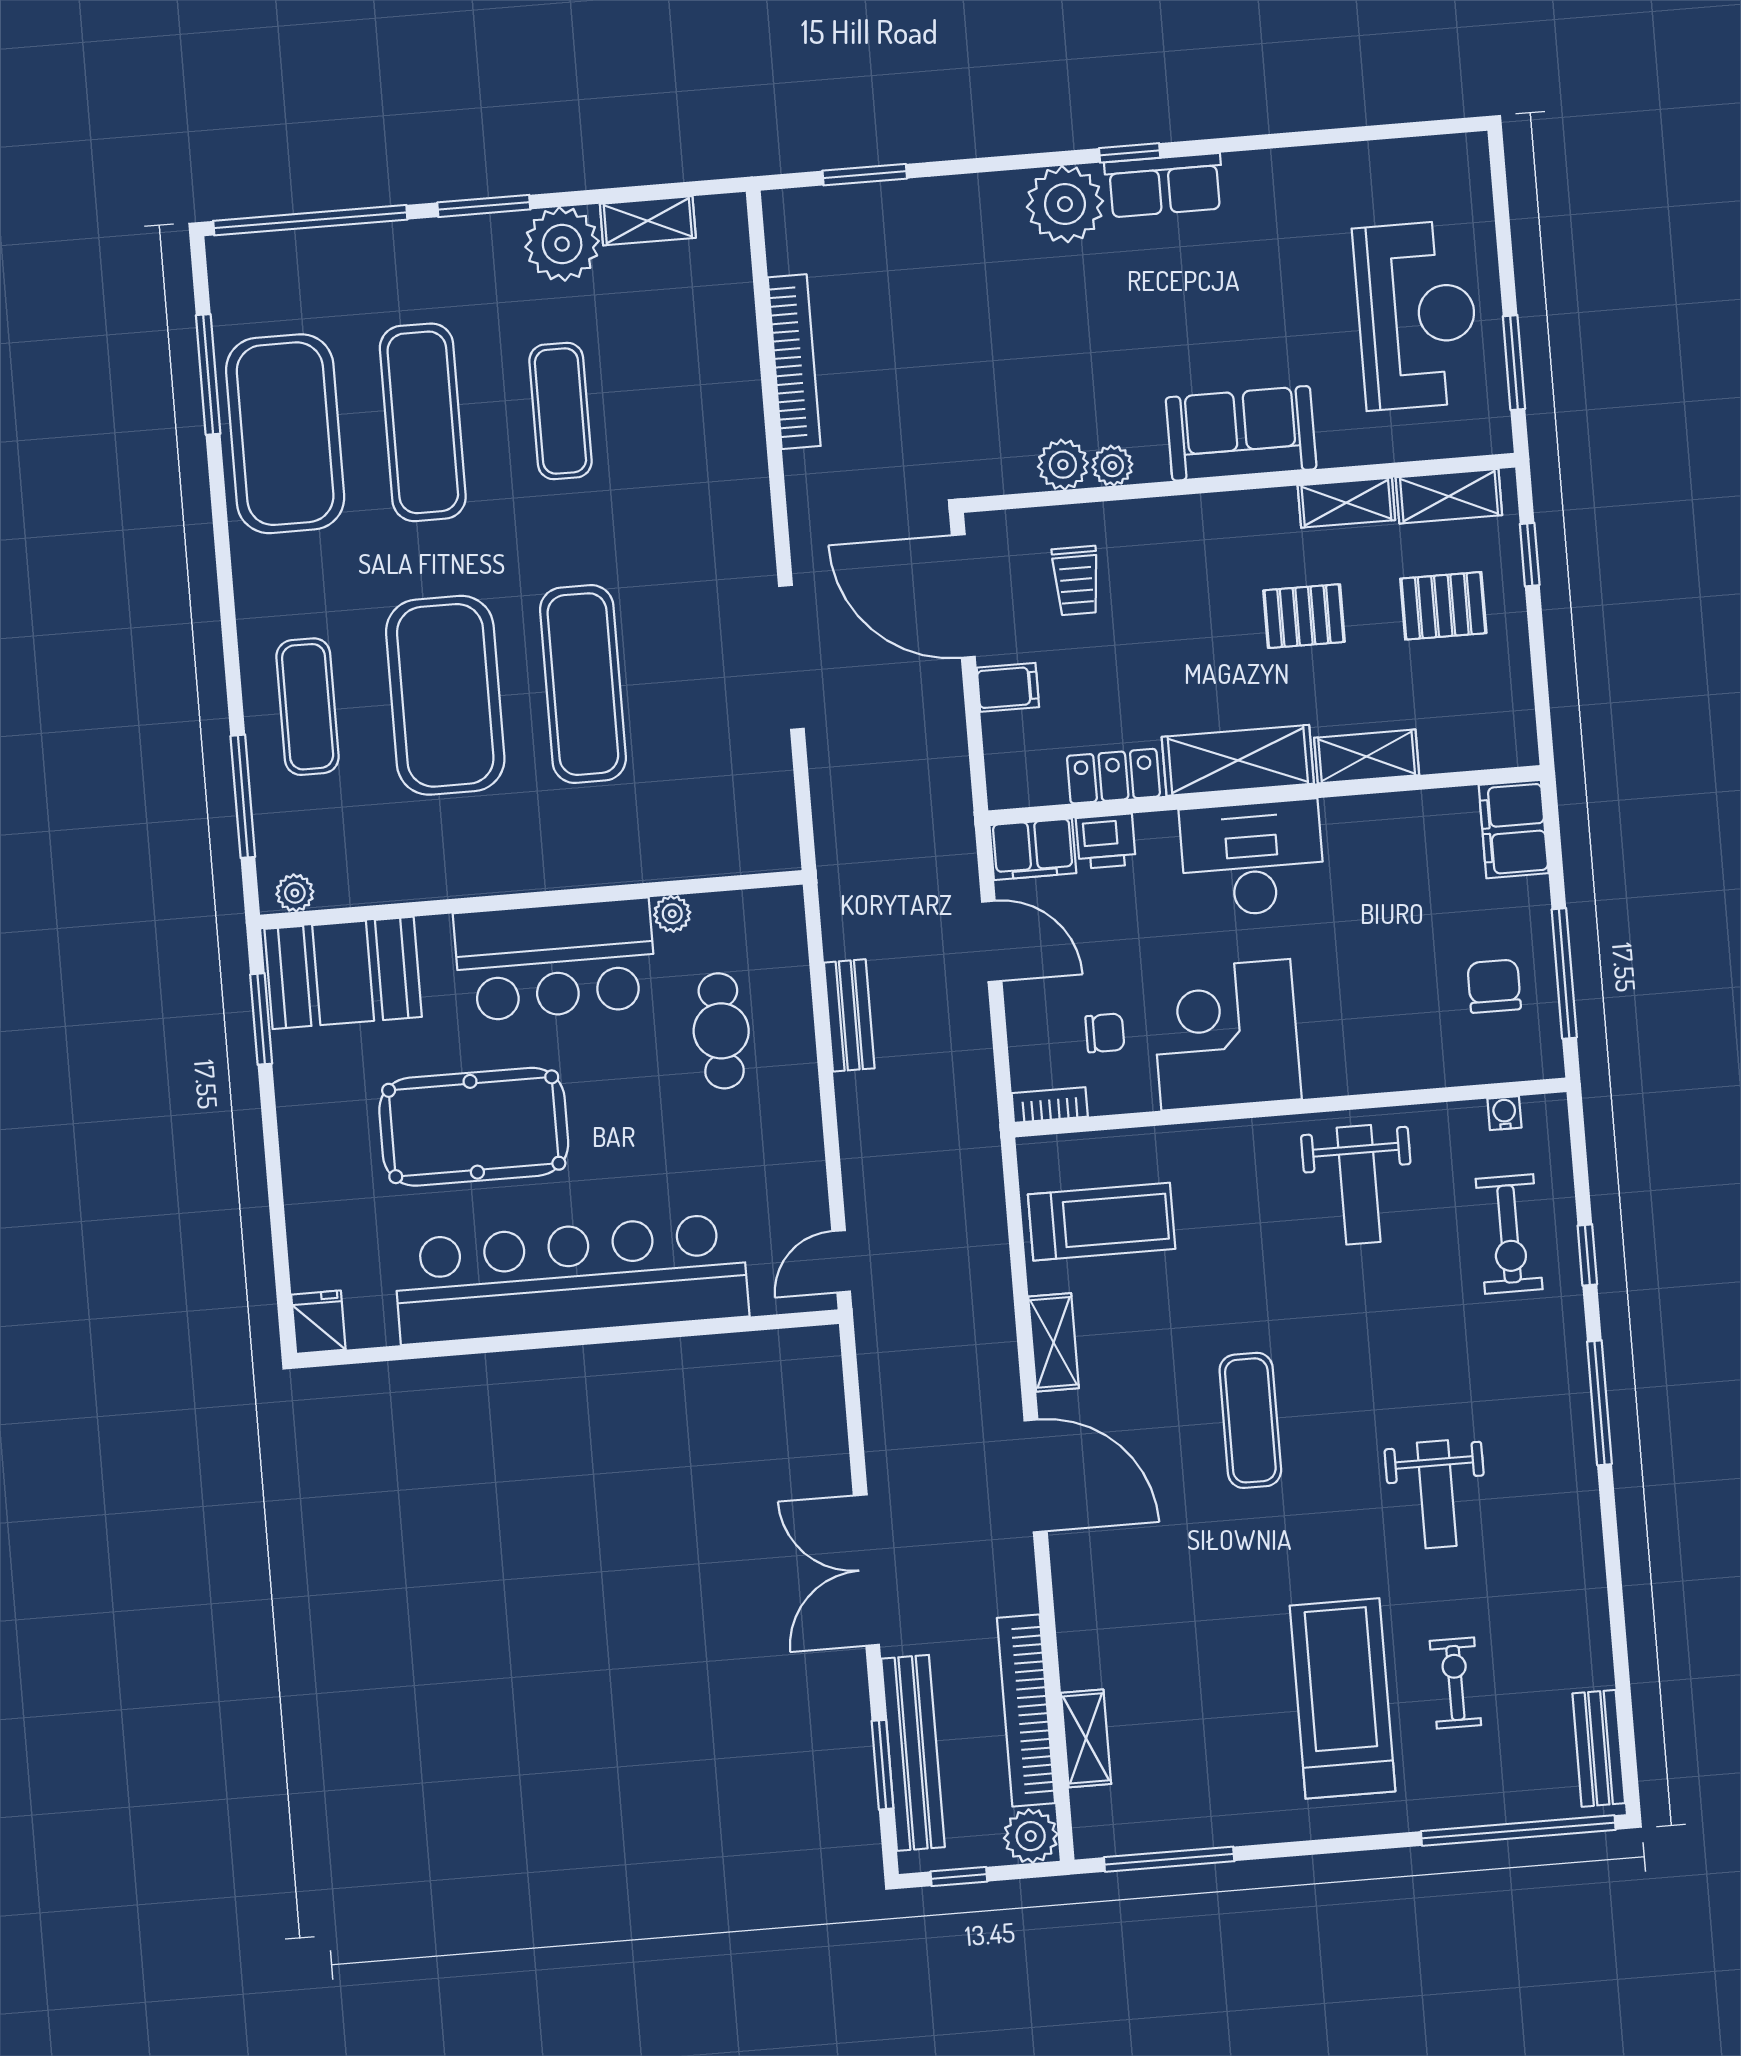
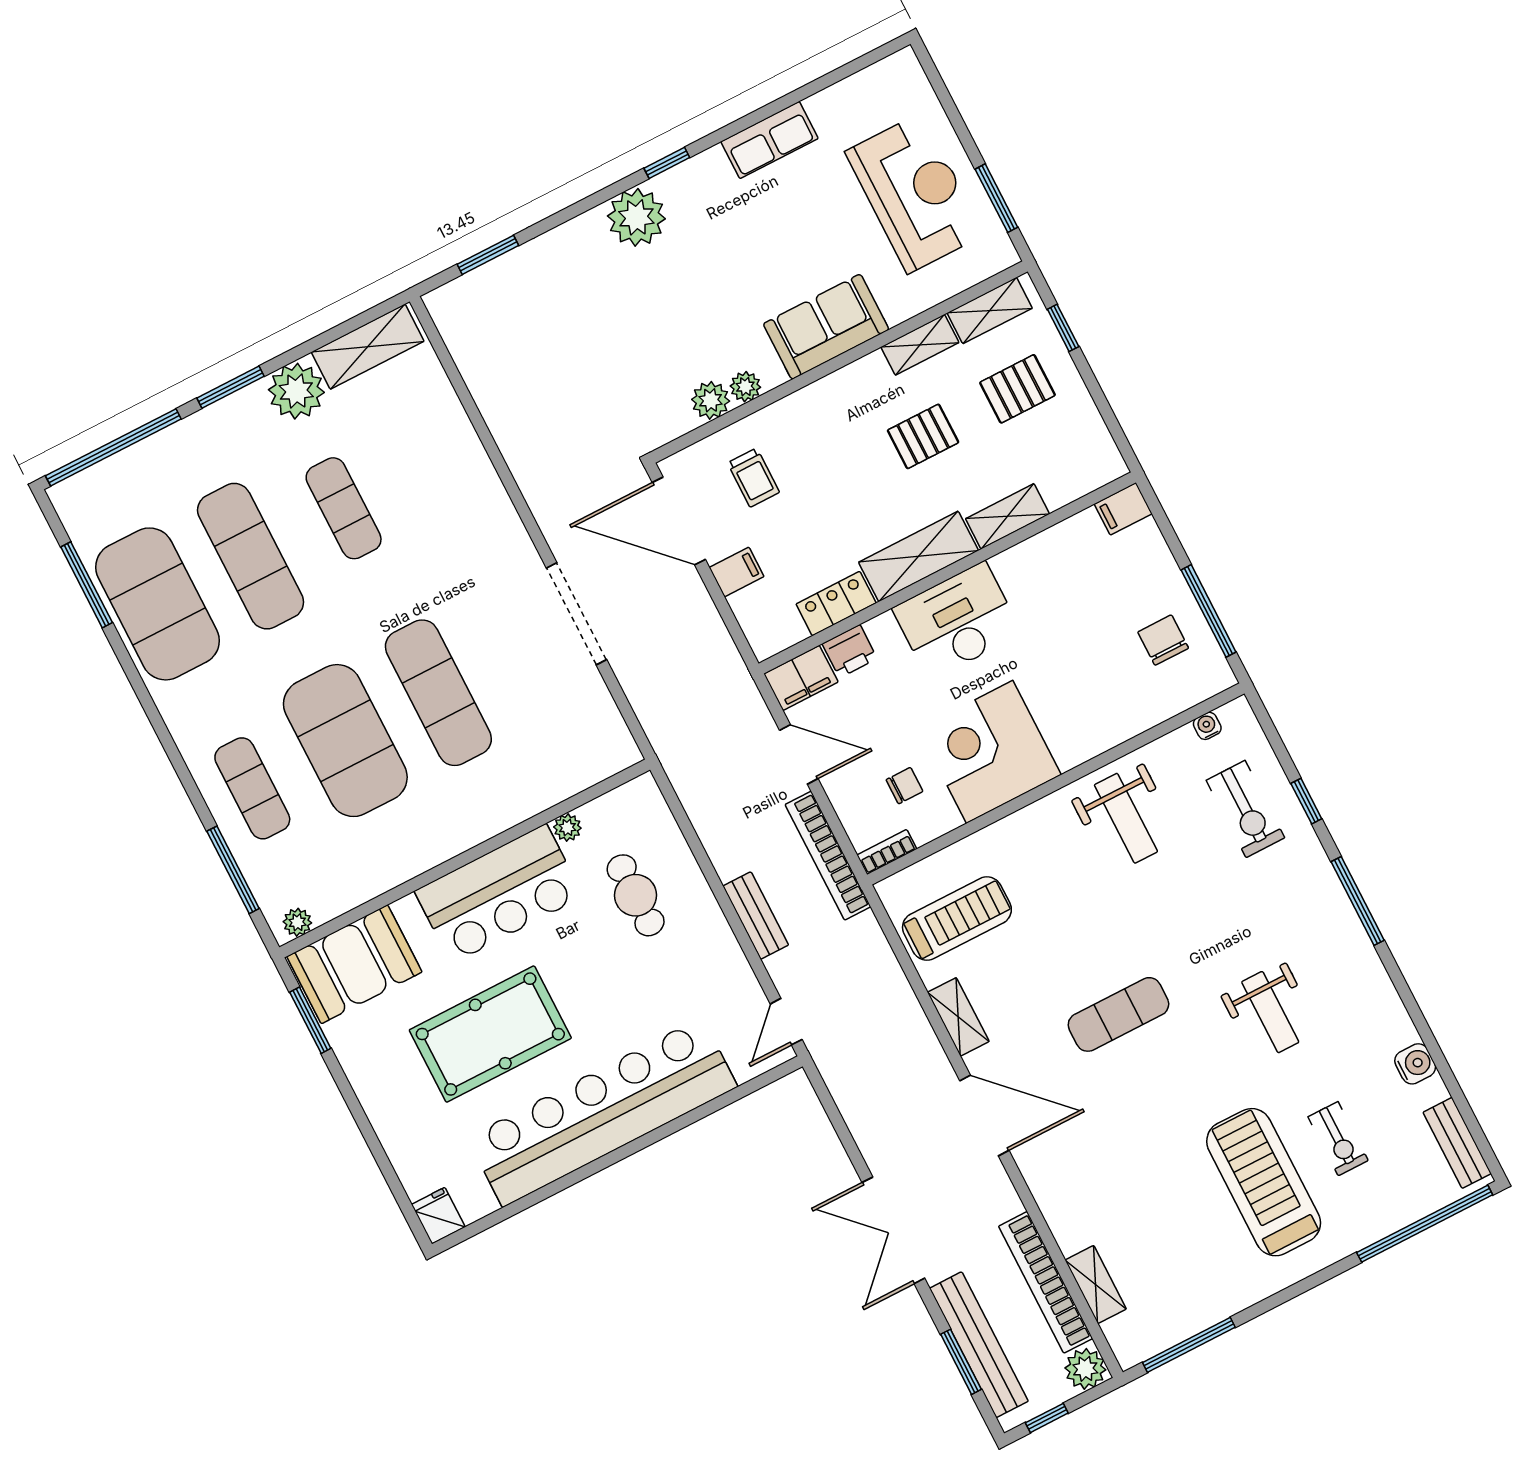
row of seats: (1164, 185) -> (770, 140), moved
shelving: (648, 221) -> (368, 347), width x1.50, depth x1.33
bookcase: (794, 362) -> (828, 856), moved, turned 180
filing cabinet: (1514, 829) -> (1123, 509), width x0.50
bench: (849, 1015) -> (756, 916), moved
exercise mat: (1250, 1420) -> (1118, 1014), turned 90
water cooler: (1587, 1631) -> (1415, 1064), added
exercise bike: (1455, 1683) -> (1338, 1139), turned 180

